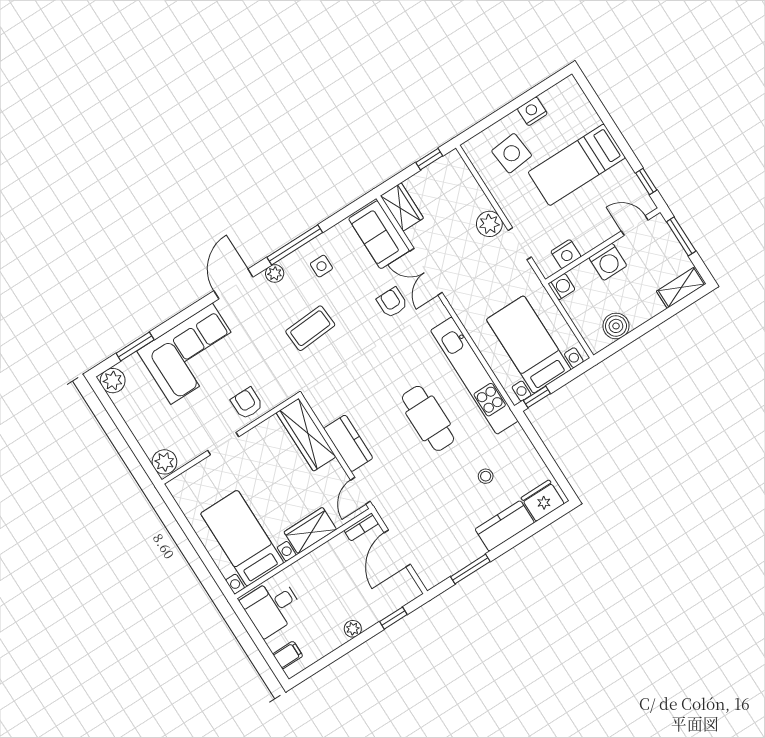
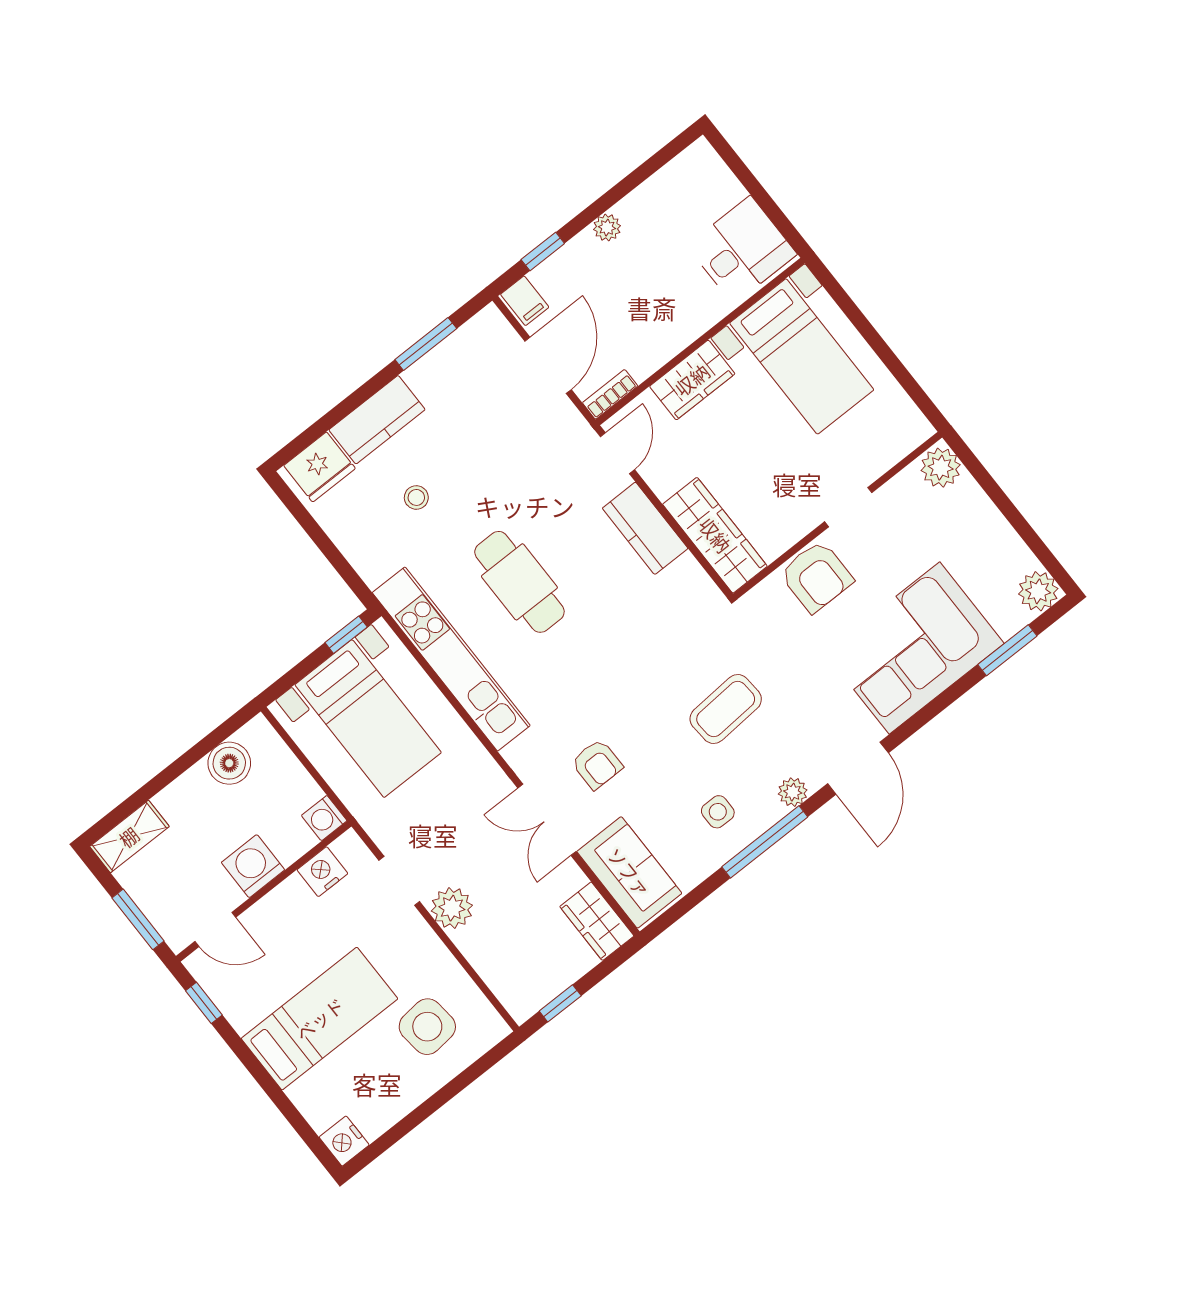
nightstand: (532, 111) -> (344, 1141), moved, turned 90
double door: (426, 272) -> (547, 820), swing flipped
armchair: (247, 403) -> (816, 576), width x1.38, depth x1.38
filing cabinet: (288, 655) -> (525, 301), moved, turned -90

